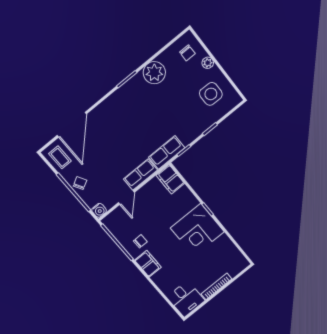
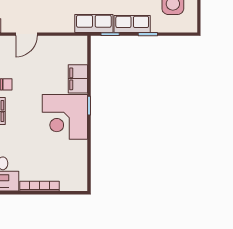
row of seats: (141, 174) -> (132, 24), moved
filing cabinet: (170, 179) -> (78, 79), moved

